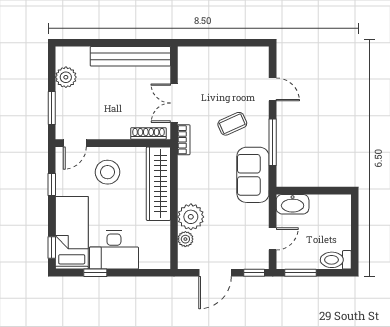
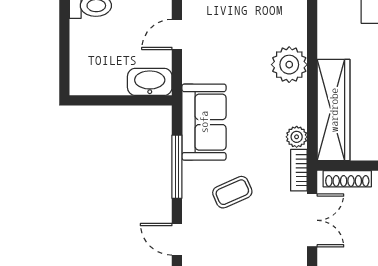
plant: (185, 239) -> (297, 137), moved

